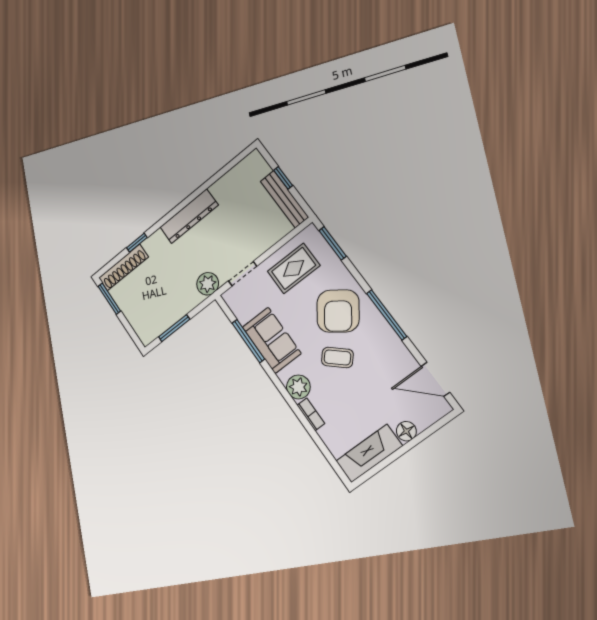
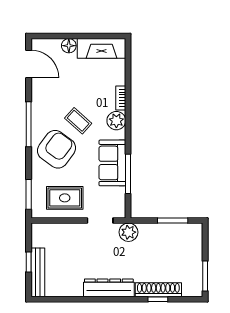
bench: (284, 199) -> (38, 272), moved
shoe rack: (123, 267) -> (158, 290), moved

